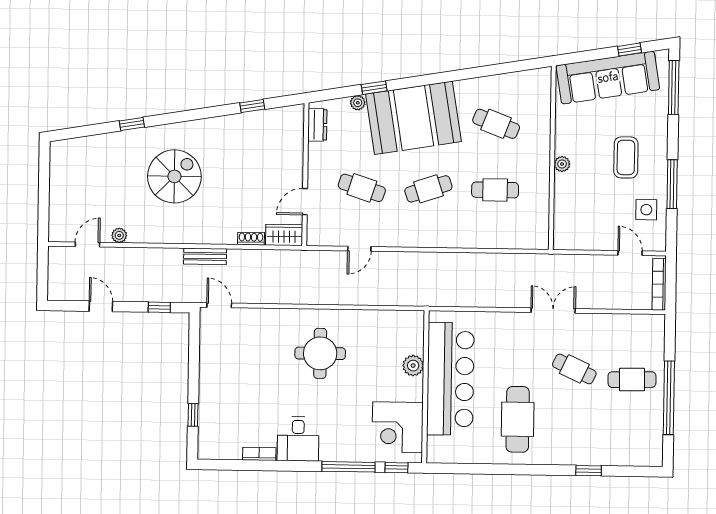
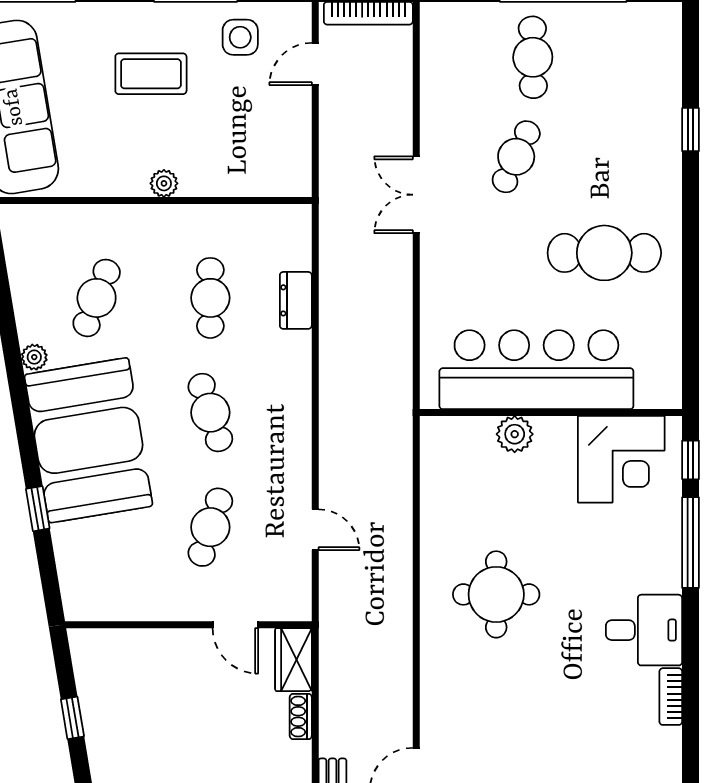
plant: (358, 103) -> (34, 357), moved
dresser: (317, 125) -> (296, 300), moved, turned -90

